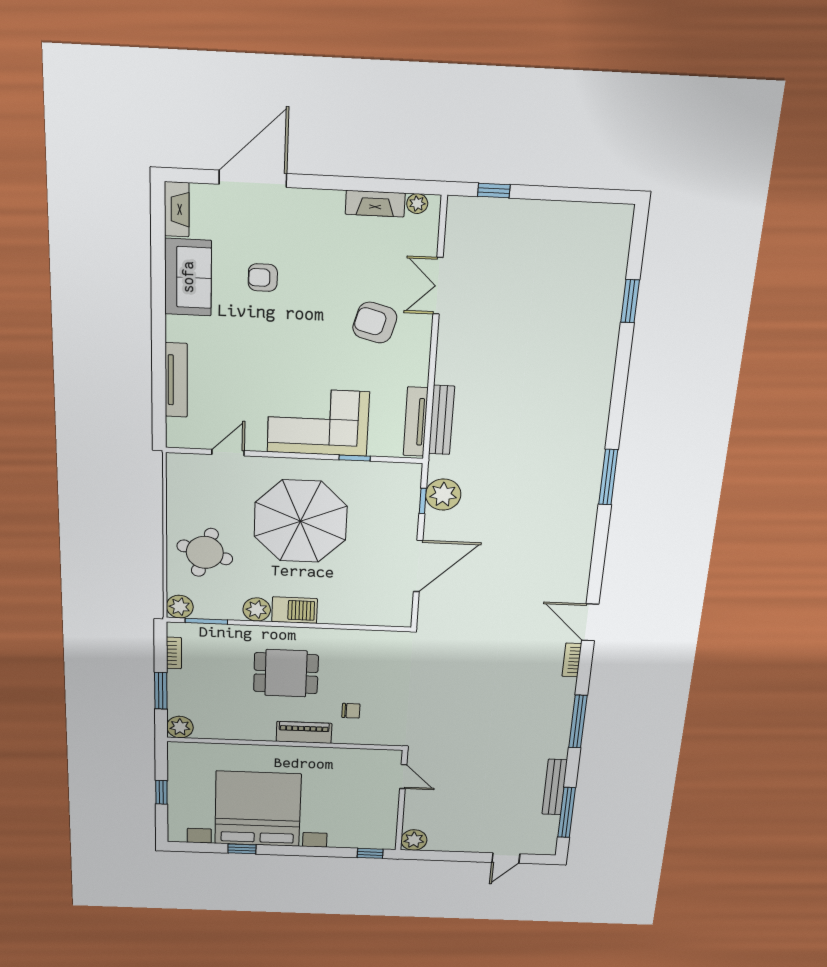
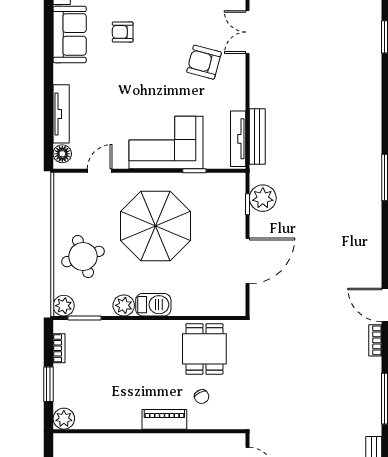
floor lamp: (178, 430) -> (62, 154), added
round table: (205, 552) -> (83, 256), turned -35
dining table: (286, 673) -> (204, 349), moved, turned 90
chair: (351, 711) -> (202, 397), turned 64

